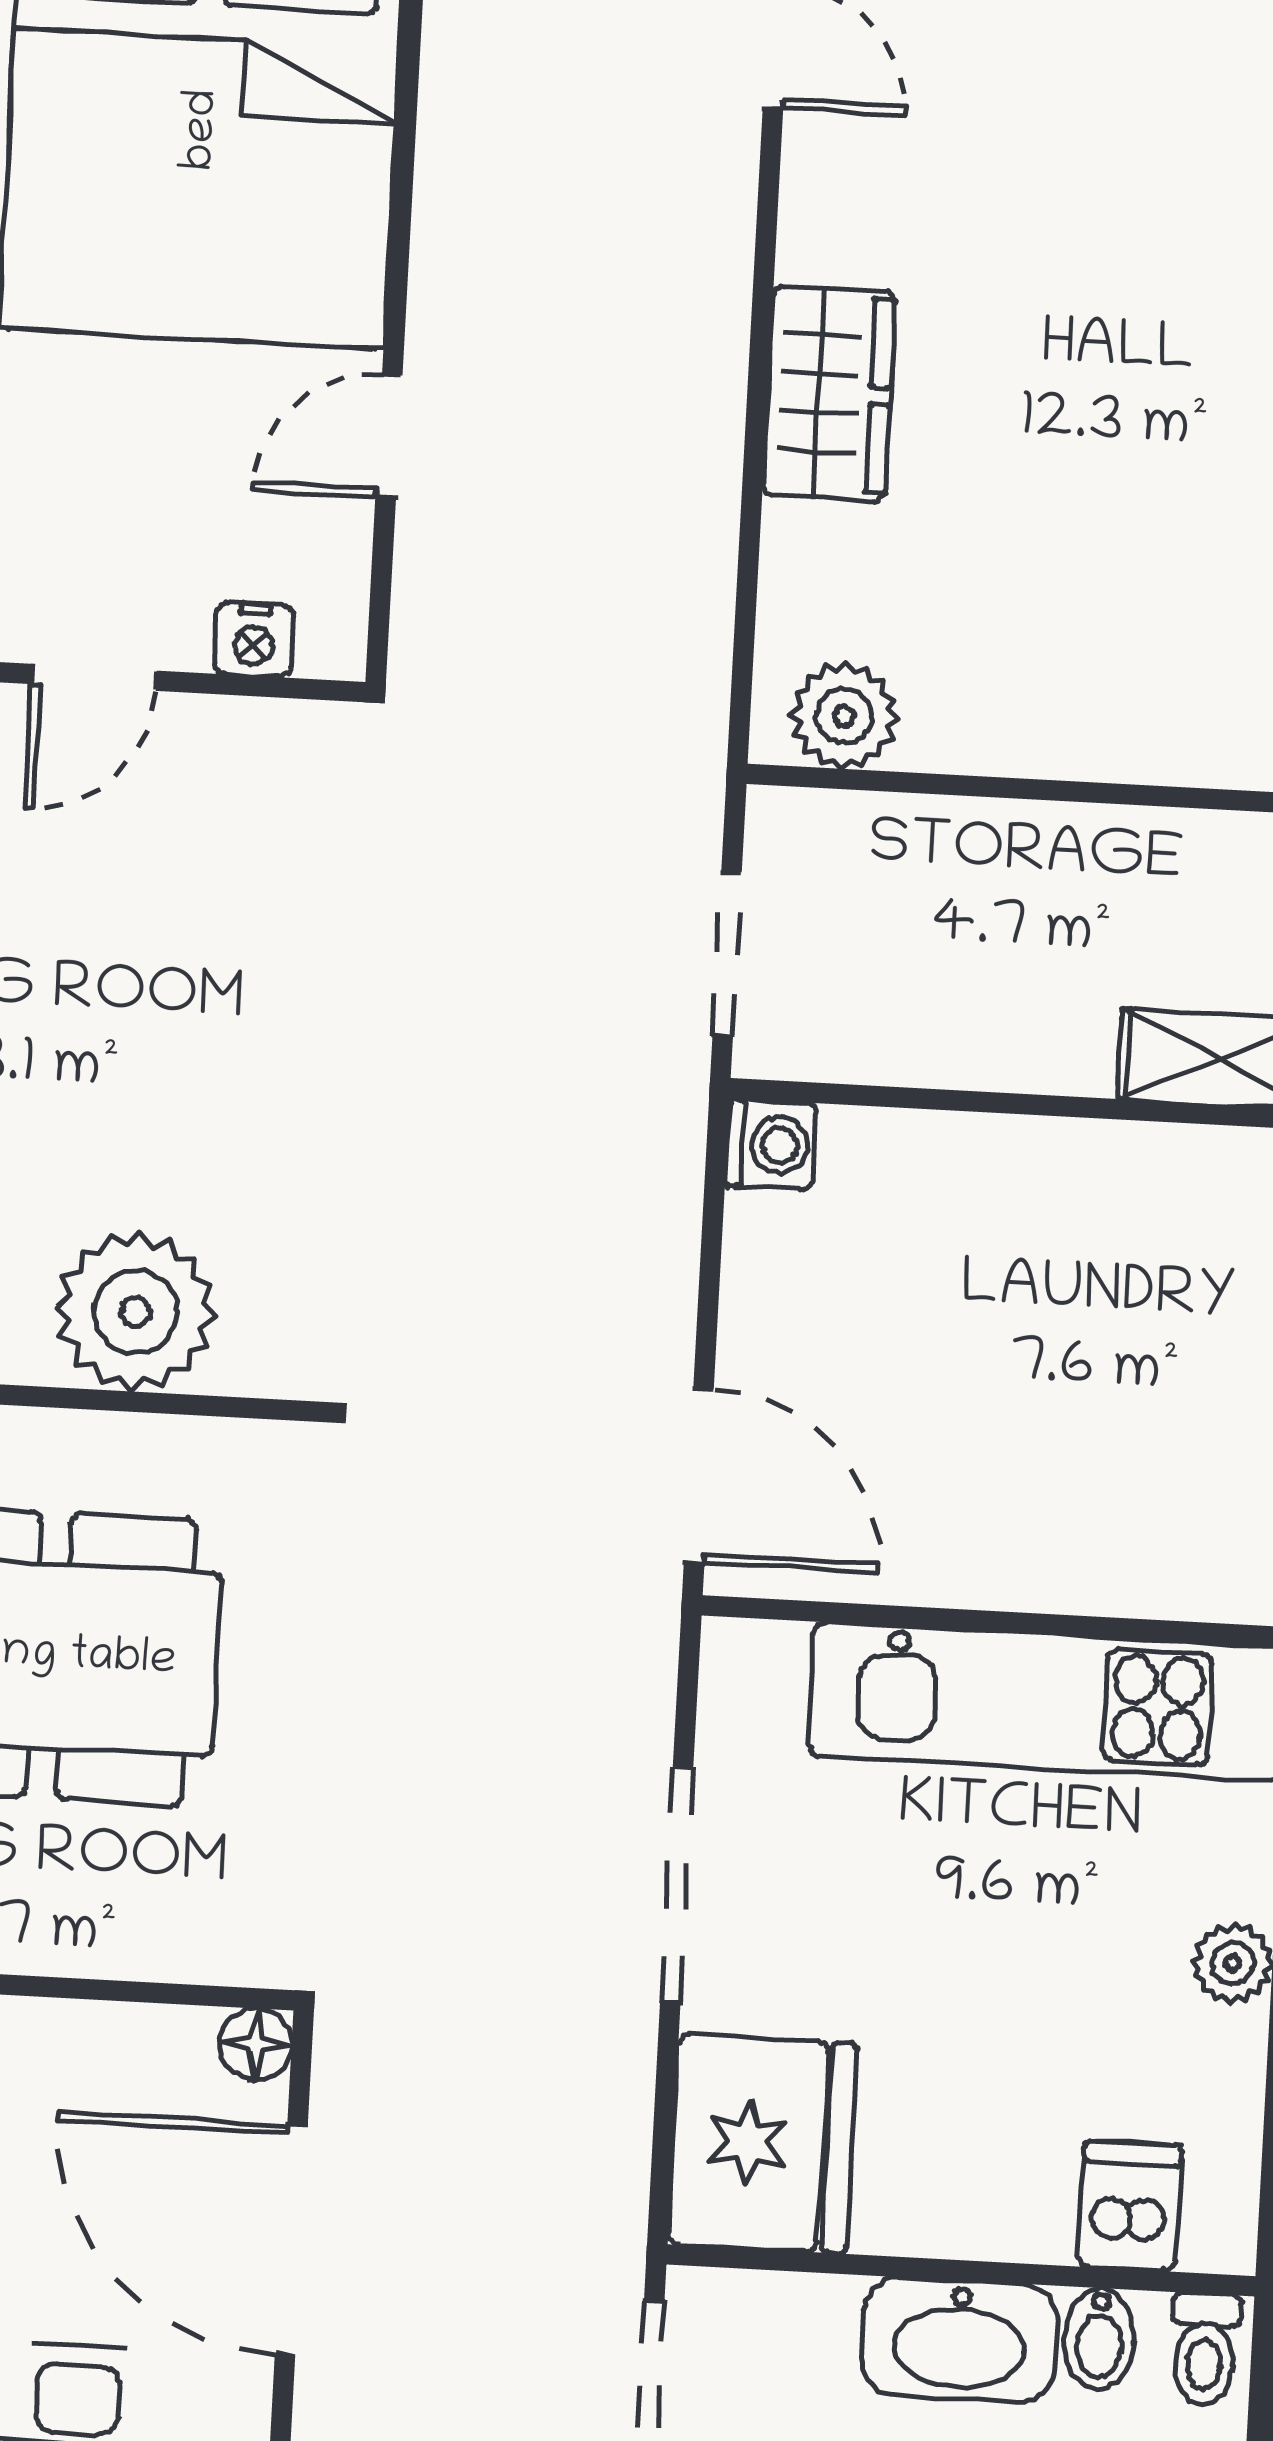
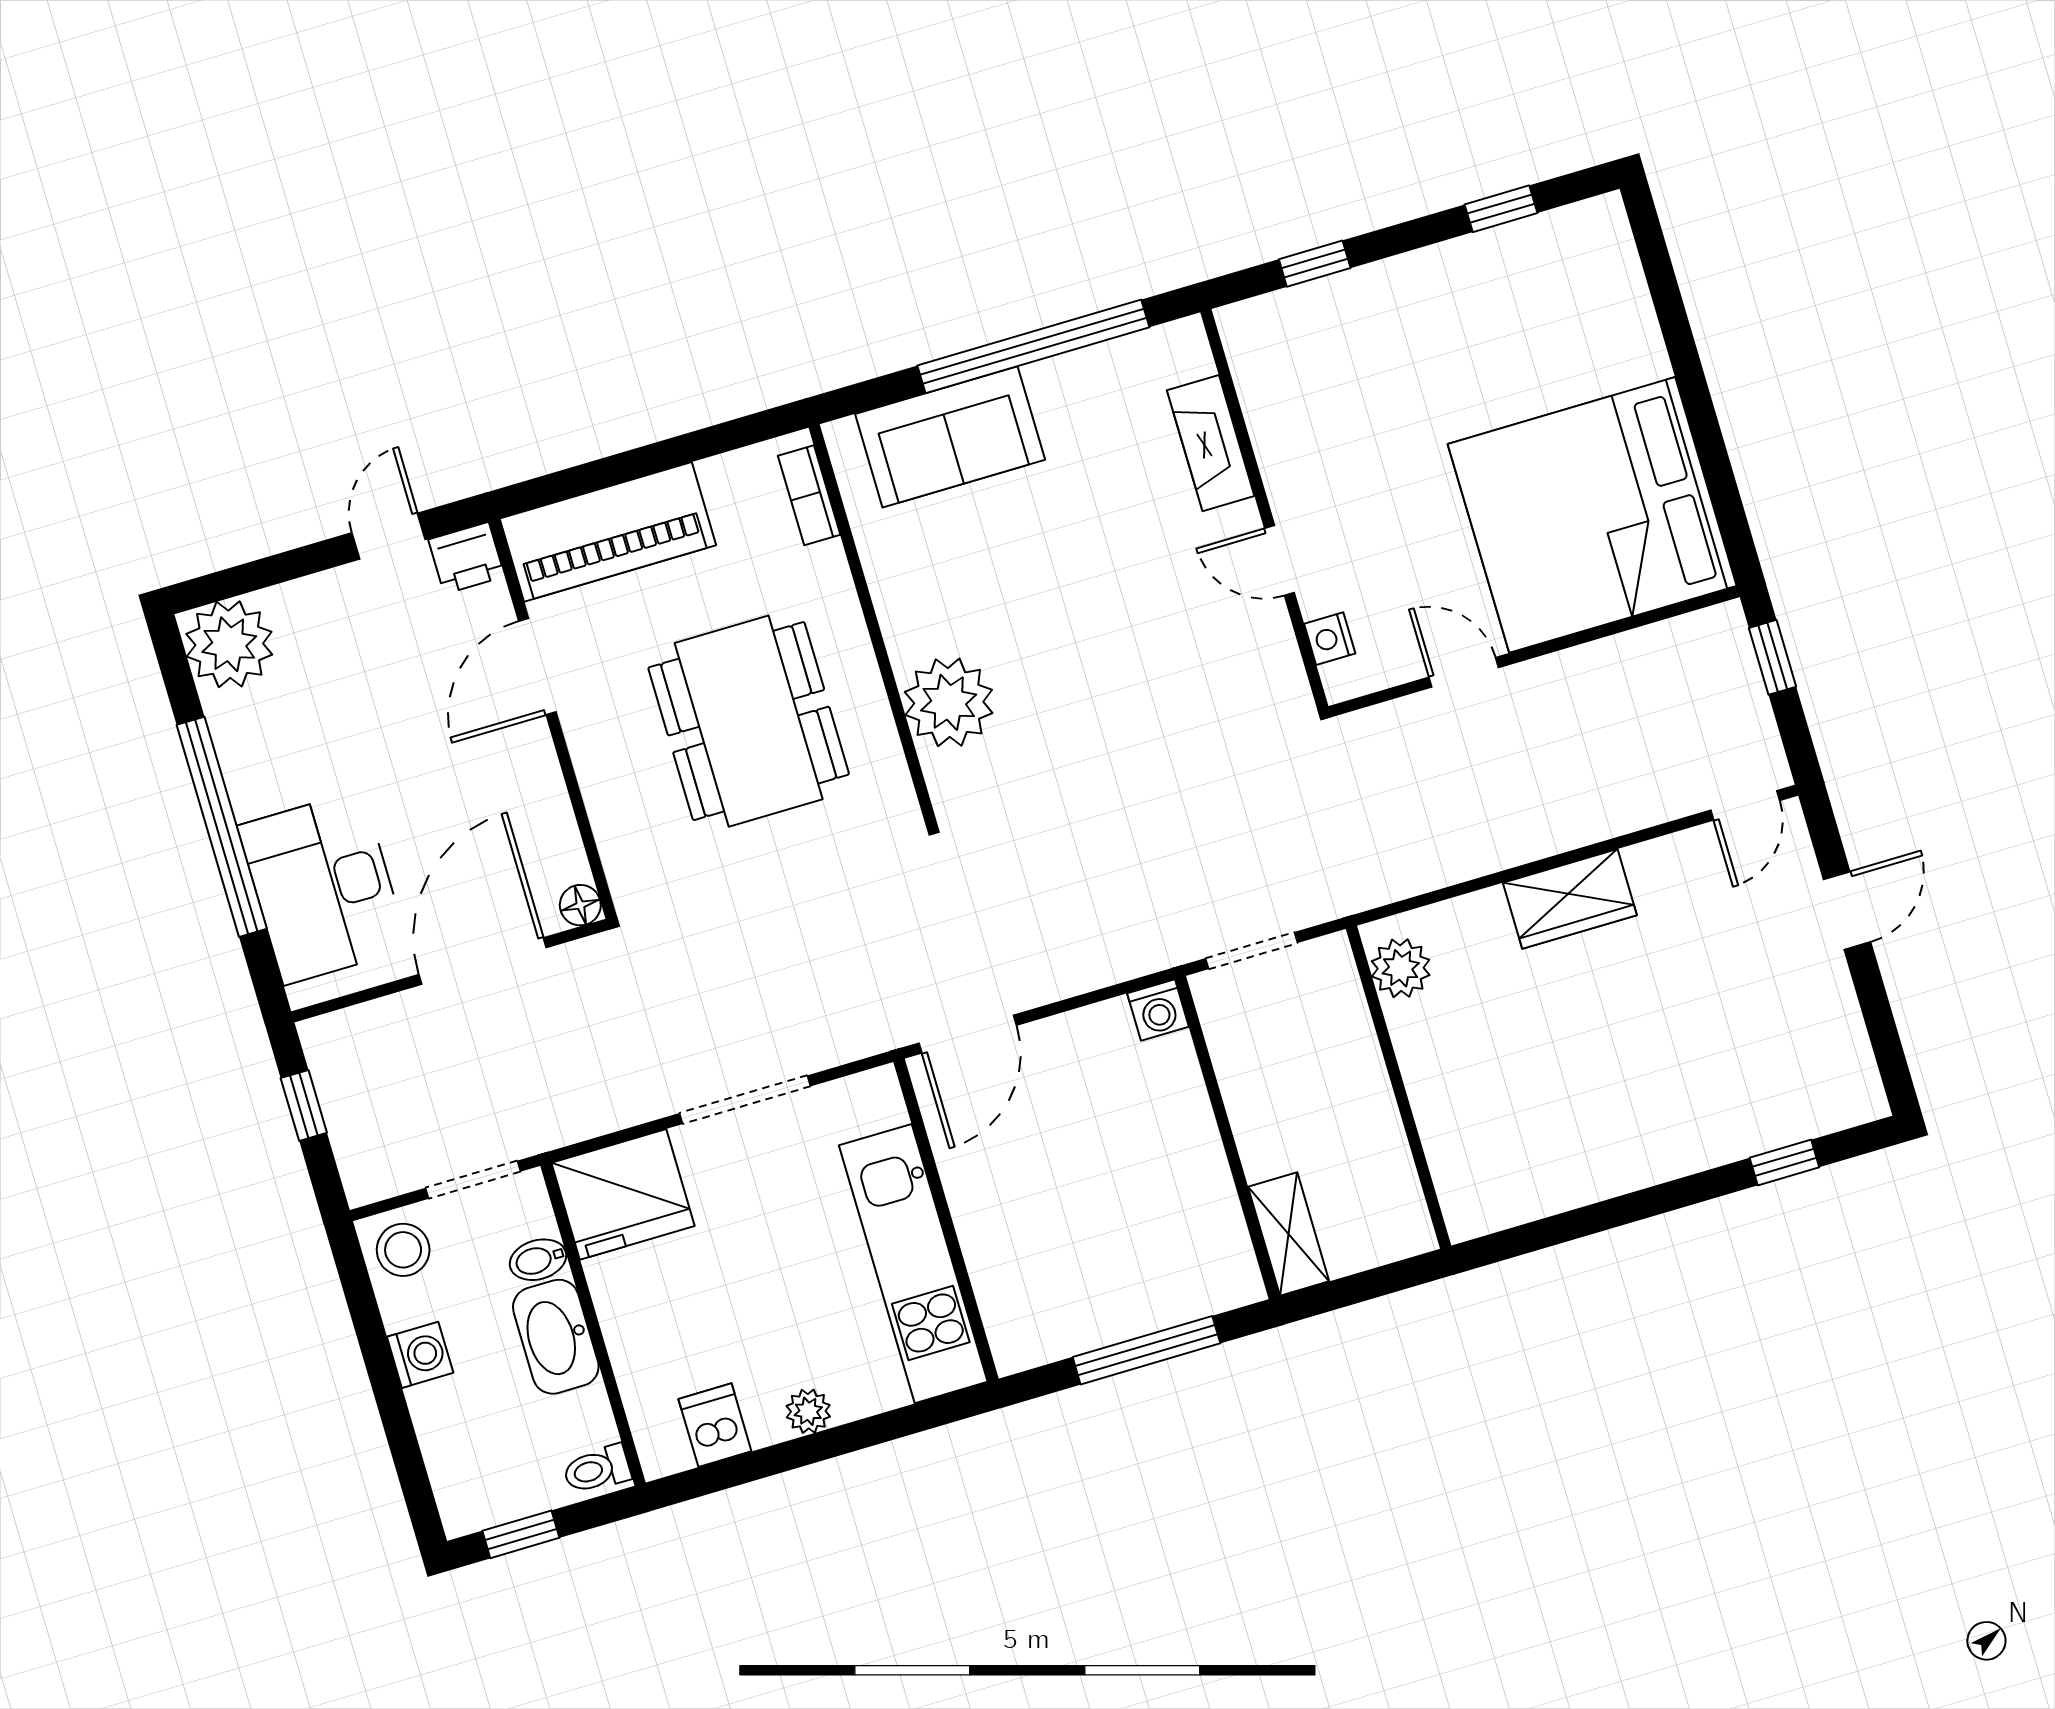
dishwasher: (1130, 2206) -> (715, 1425), moved, turned -90
bidet: (1099, 2339) -> (538, 1260), moved

